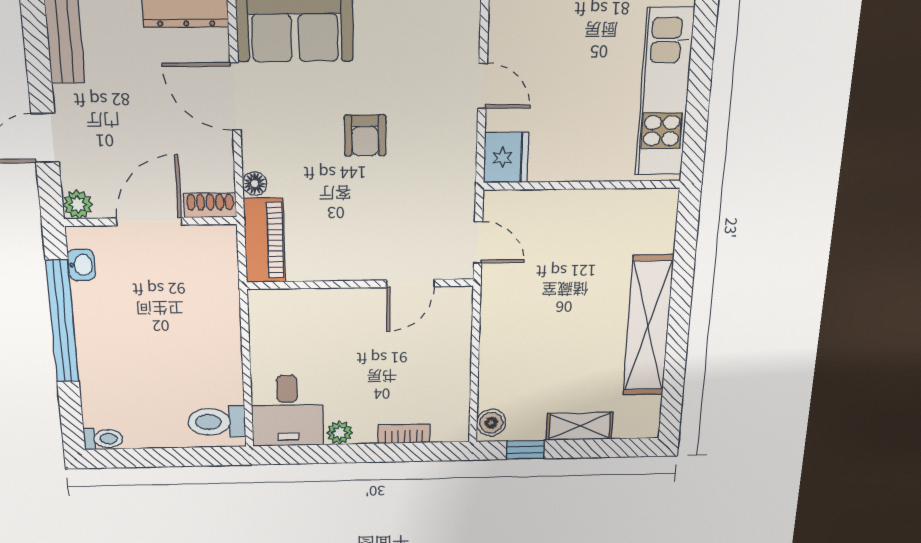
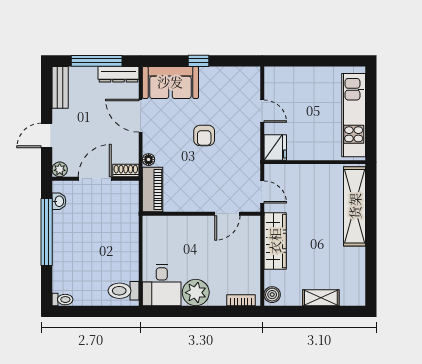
shelving: (648, 326) -> (355, 206), moved
wardrobe: (500, 331) -> (275, 241), added
plant: (340, 433) -> (196, 293), width x1.88, depth x1.88
bookcase: (404, 434) -> (241, 300), moved
window: (525, 450) -> (292, 311), removed

